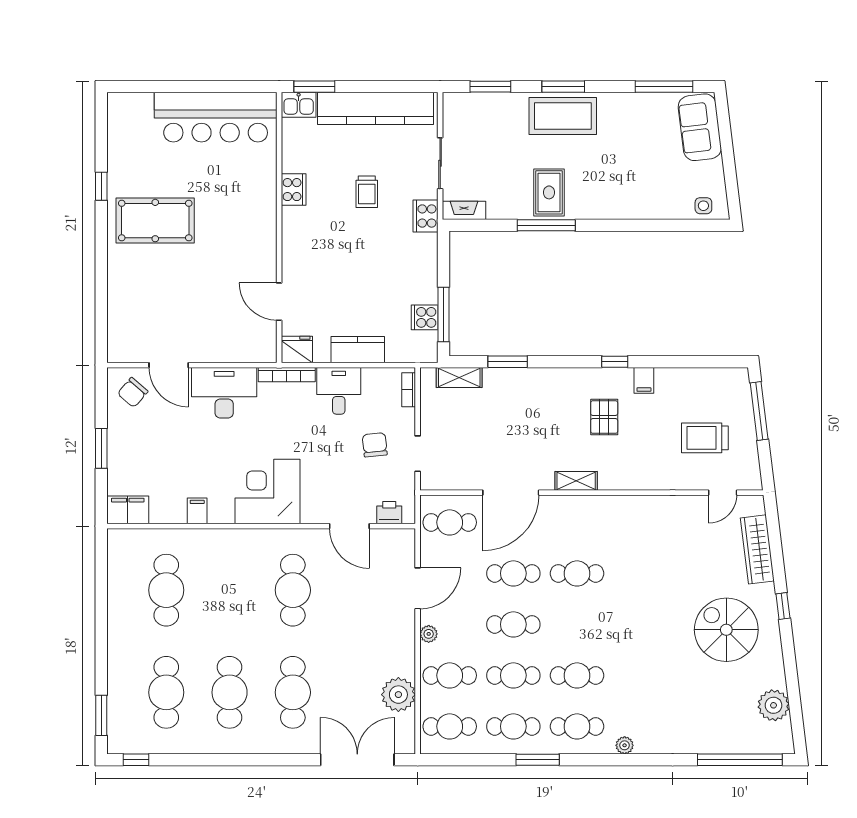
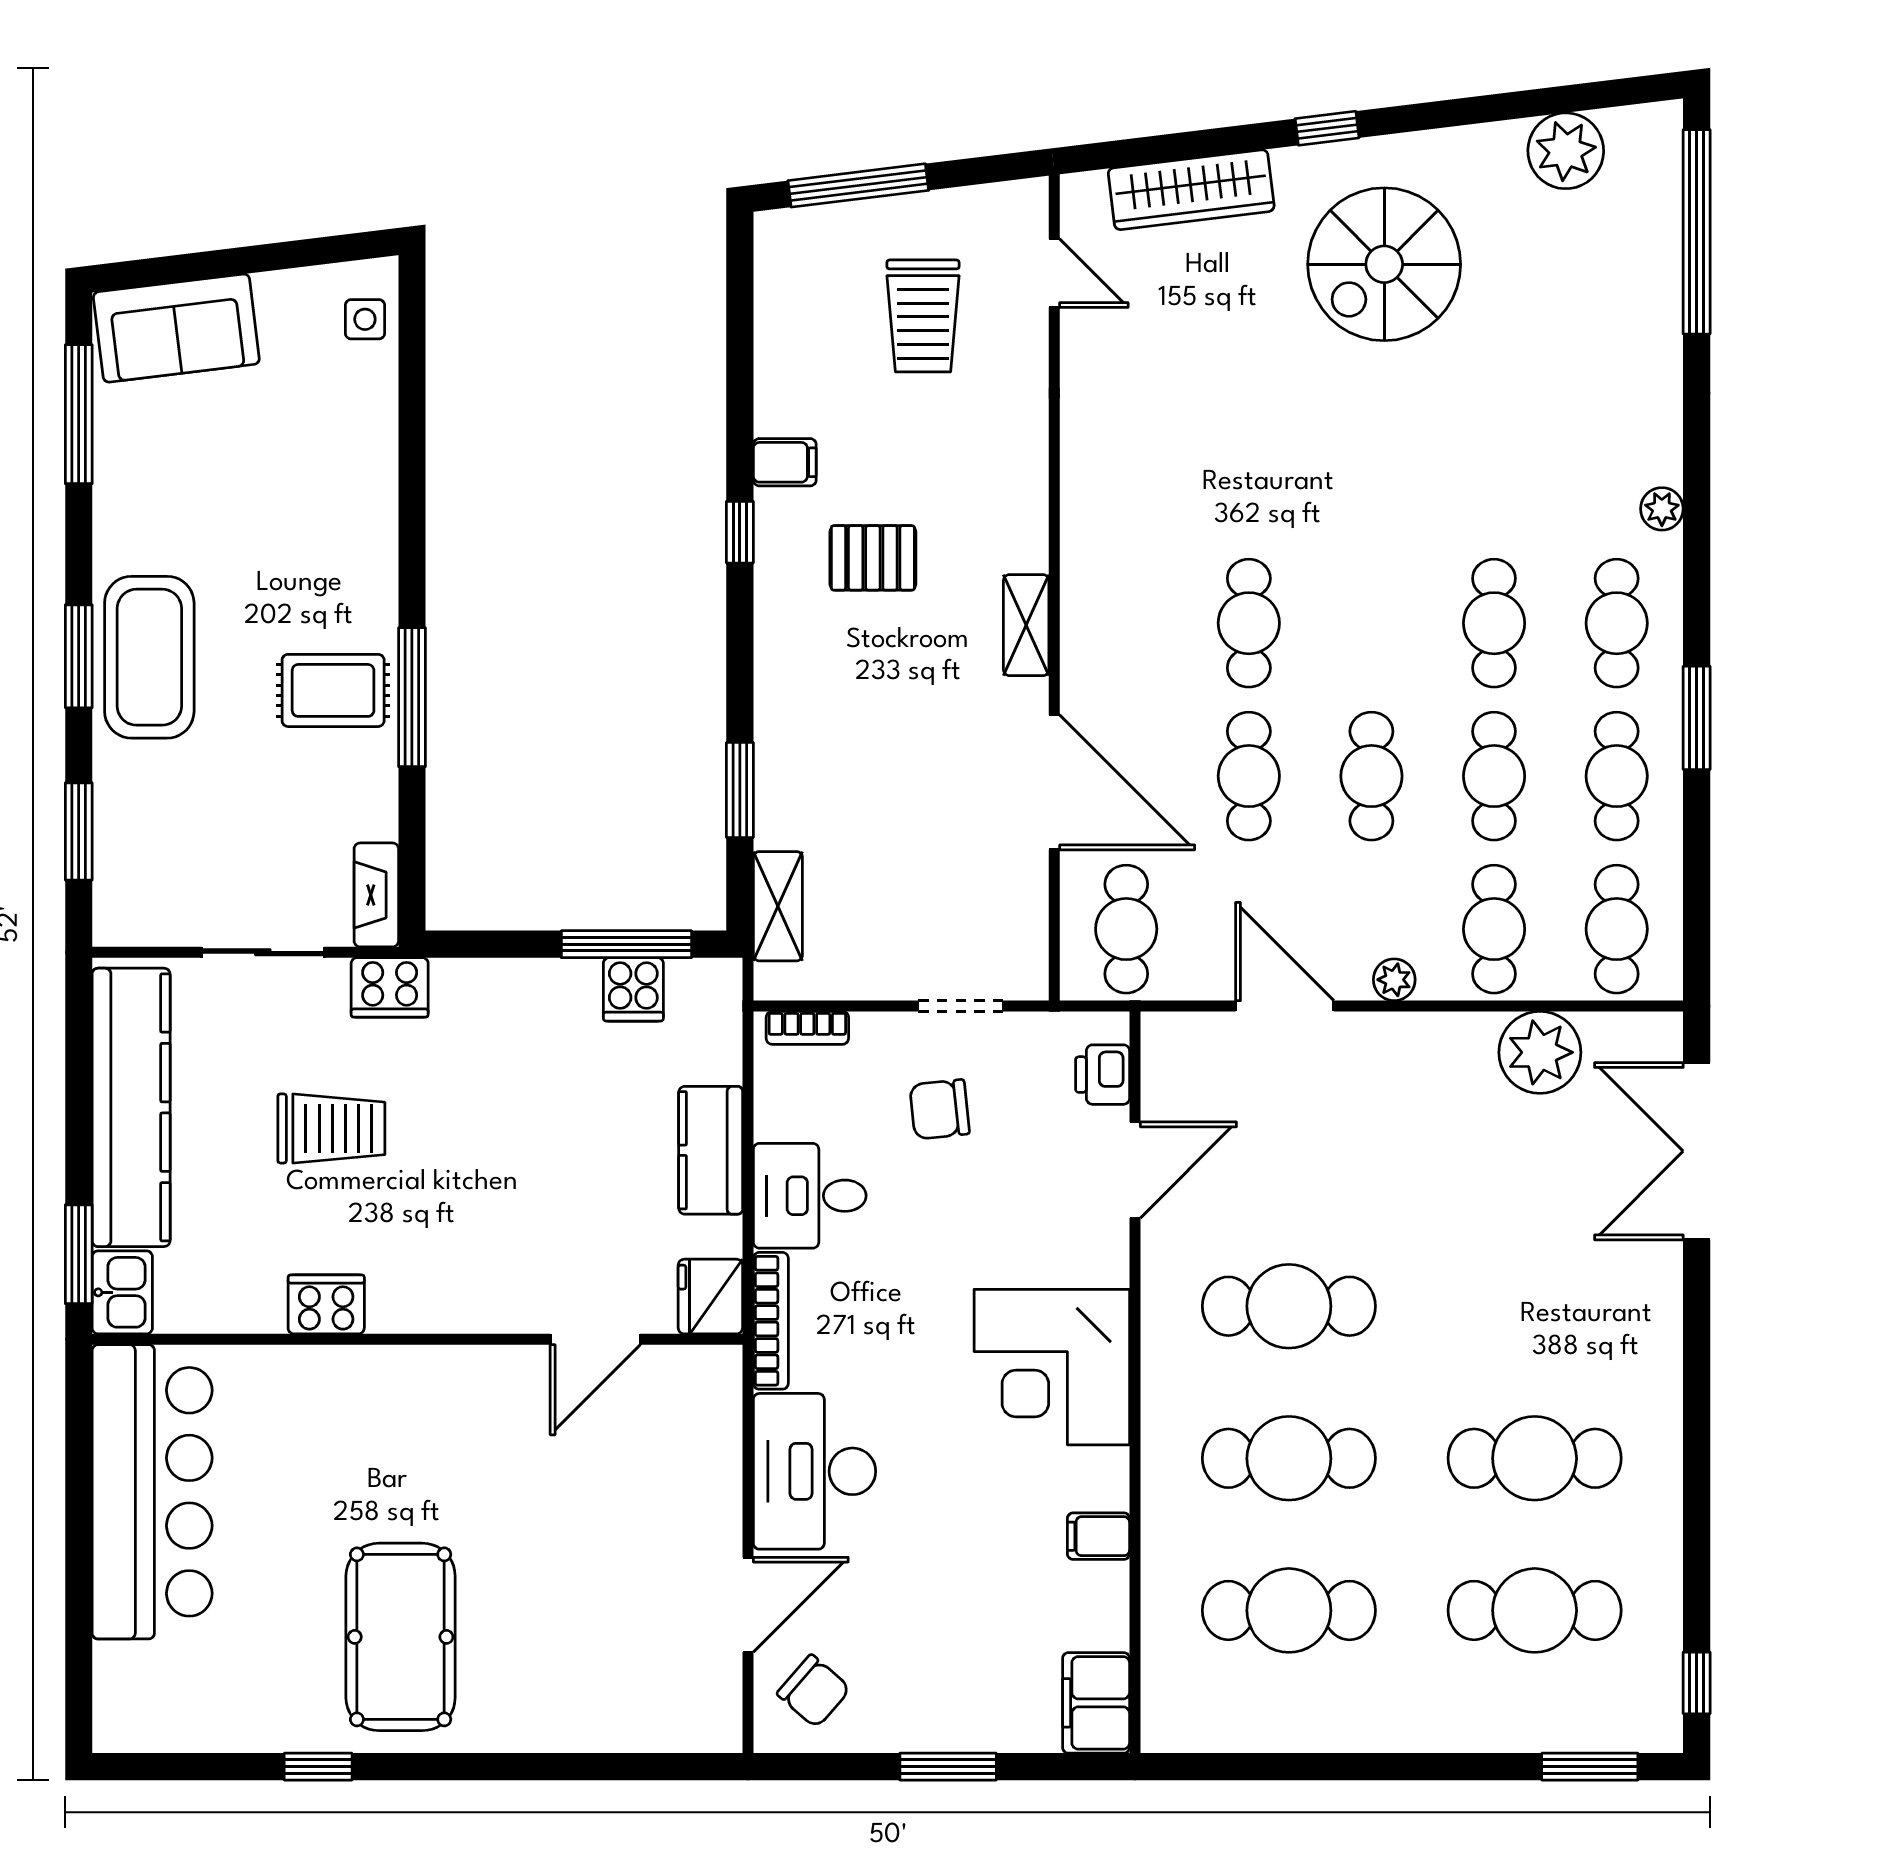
trolley: (367, 192) -> (331, 1128), width x1.36, depth x1.39
cafe table: (293, 692) -> (1289, 1458), moved

